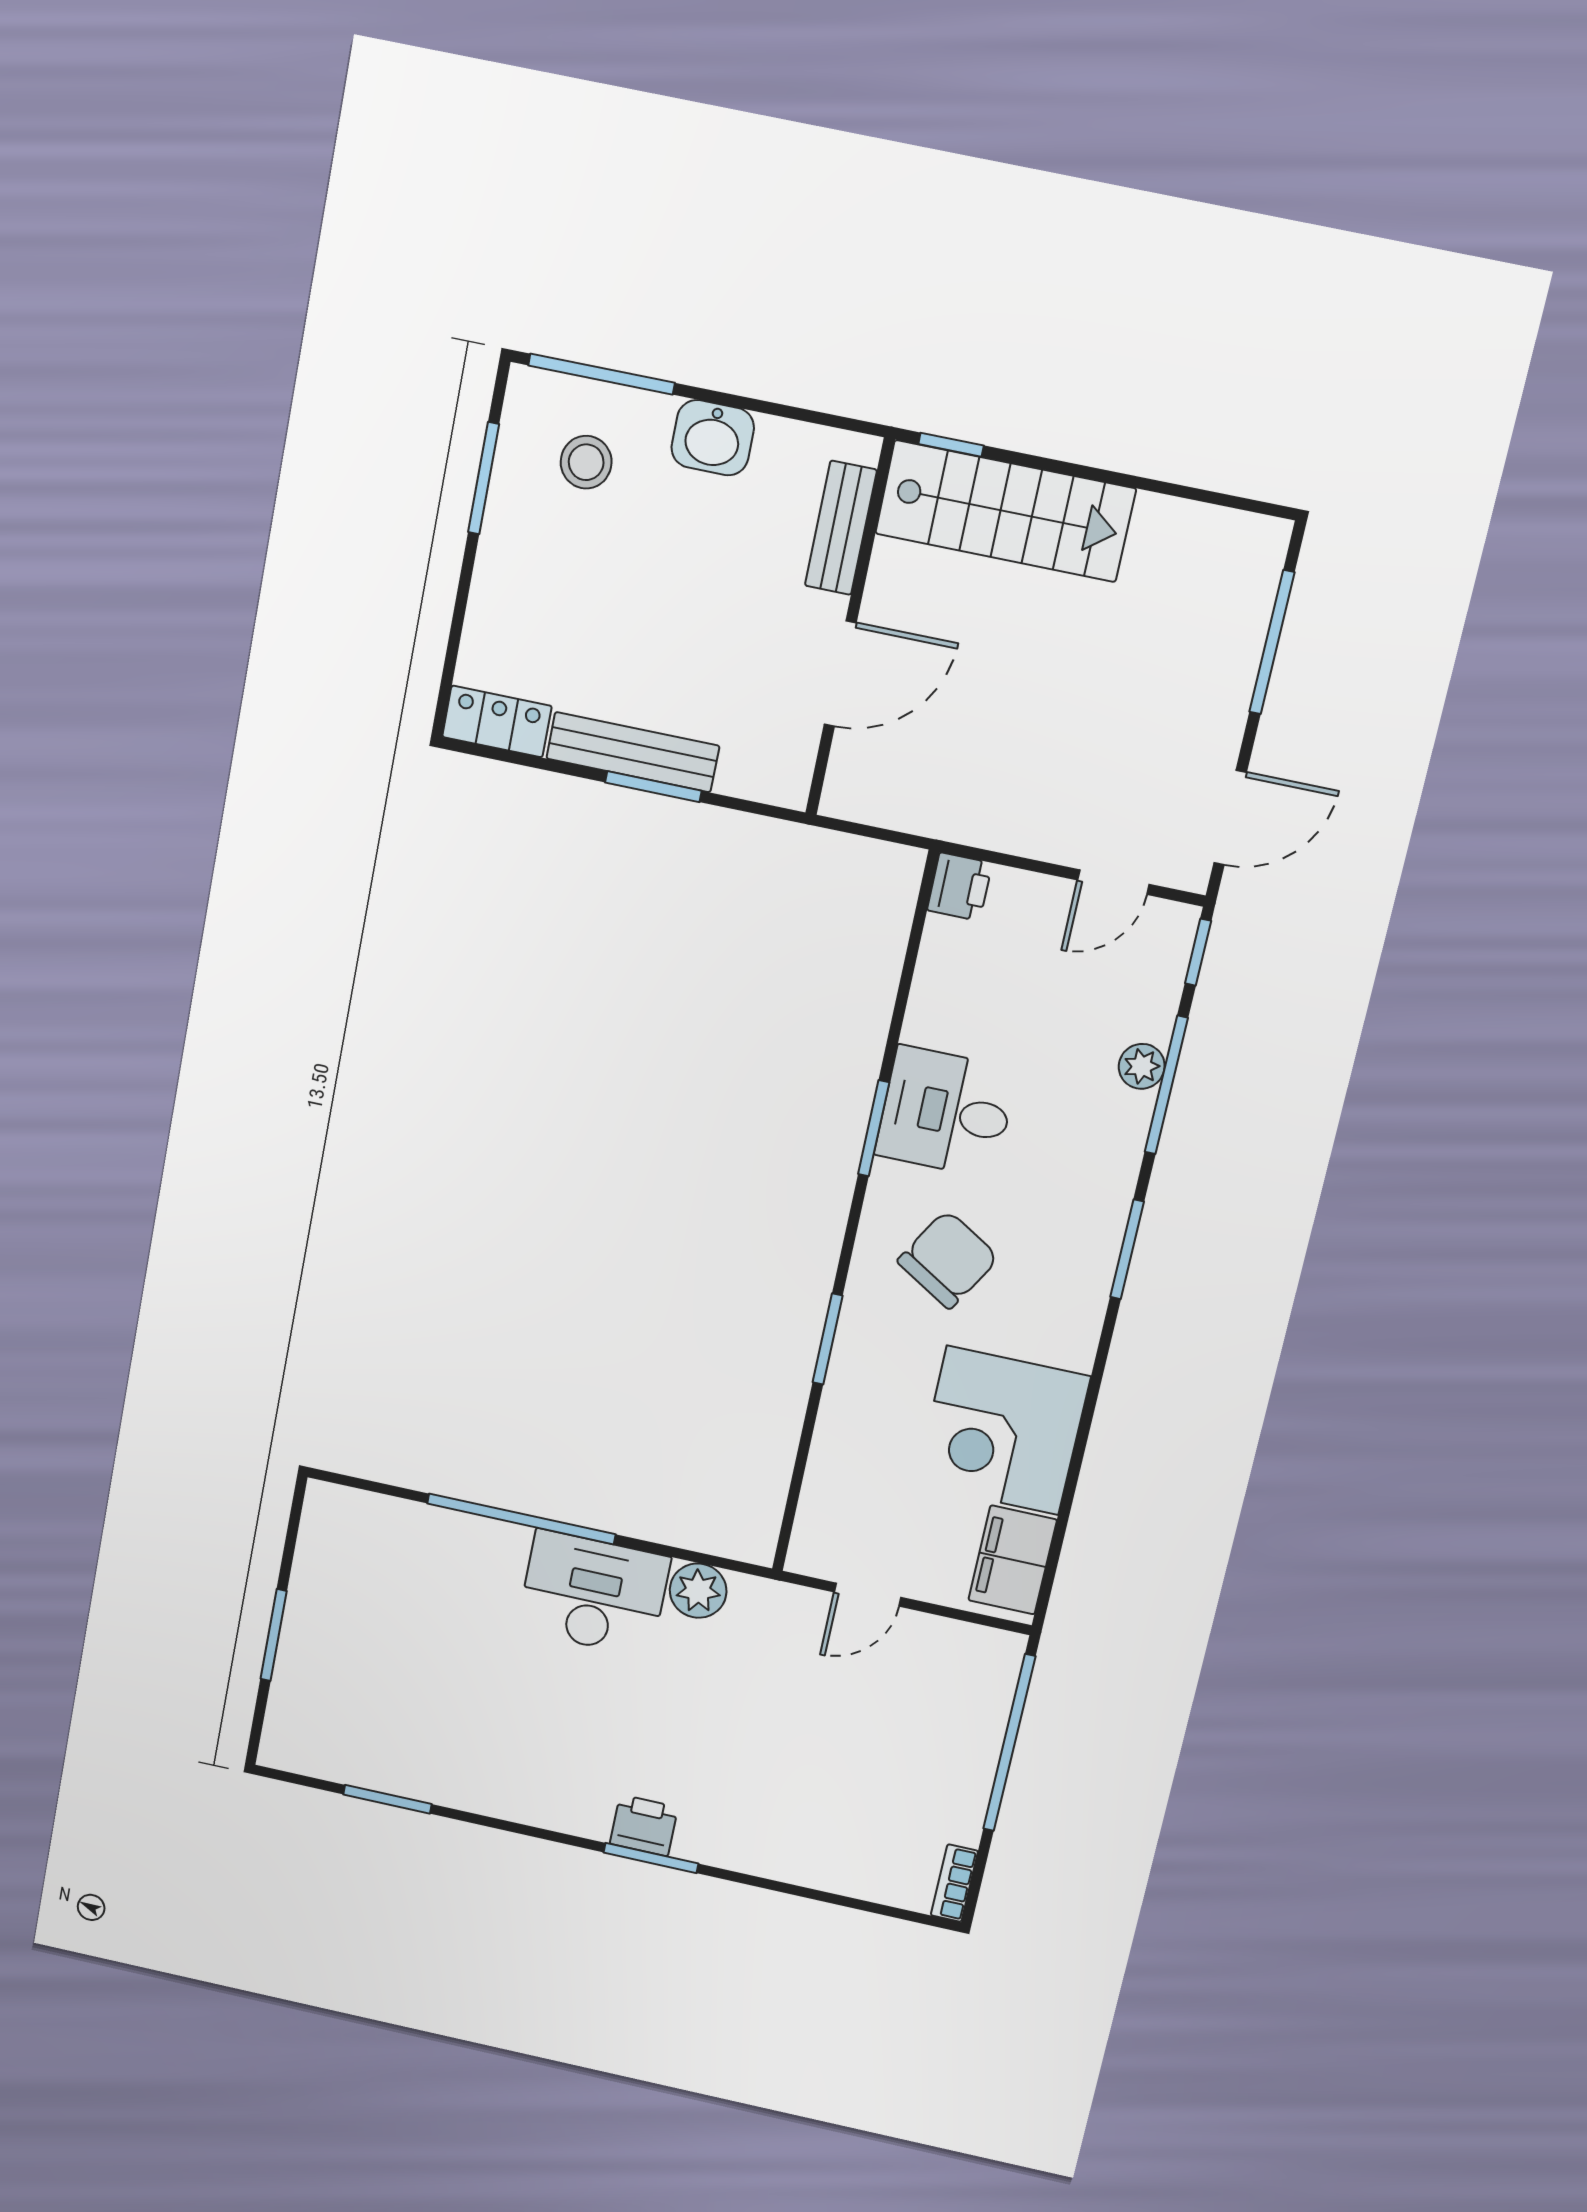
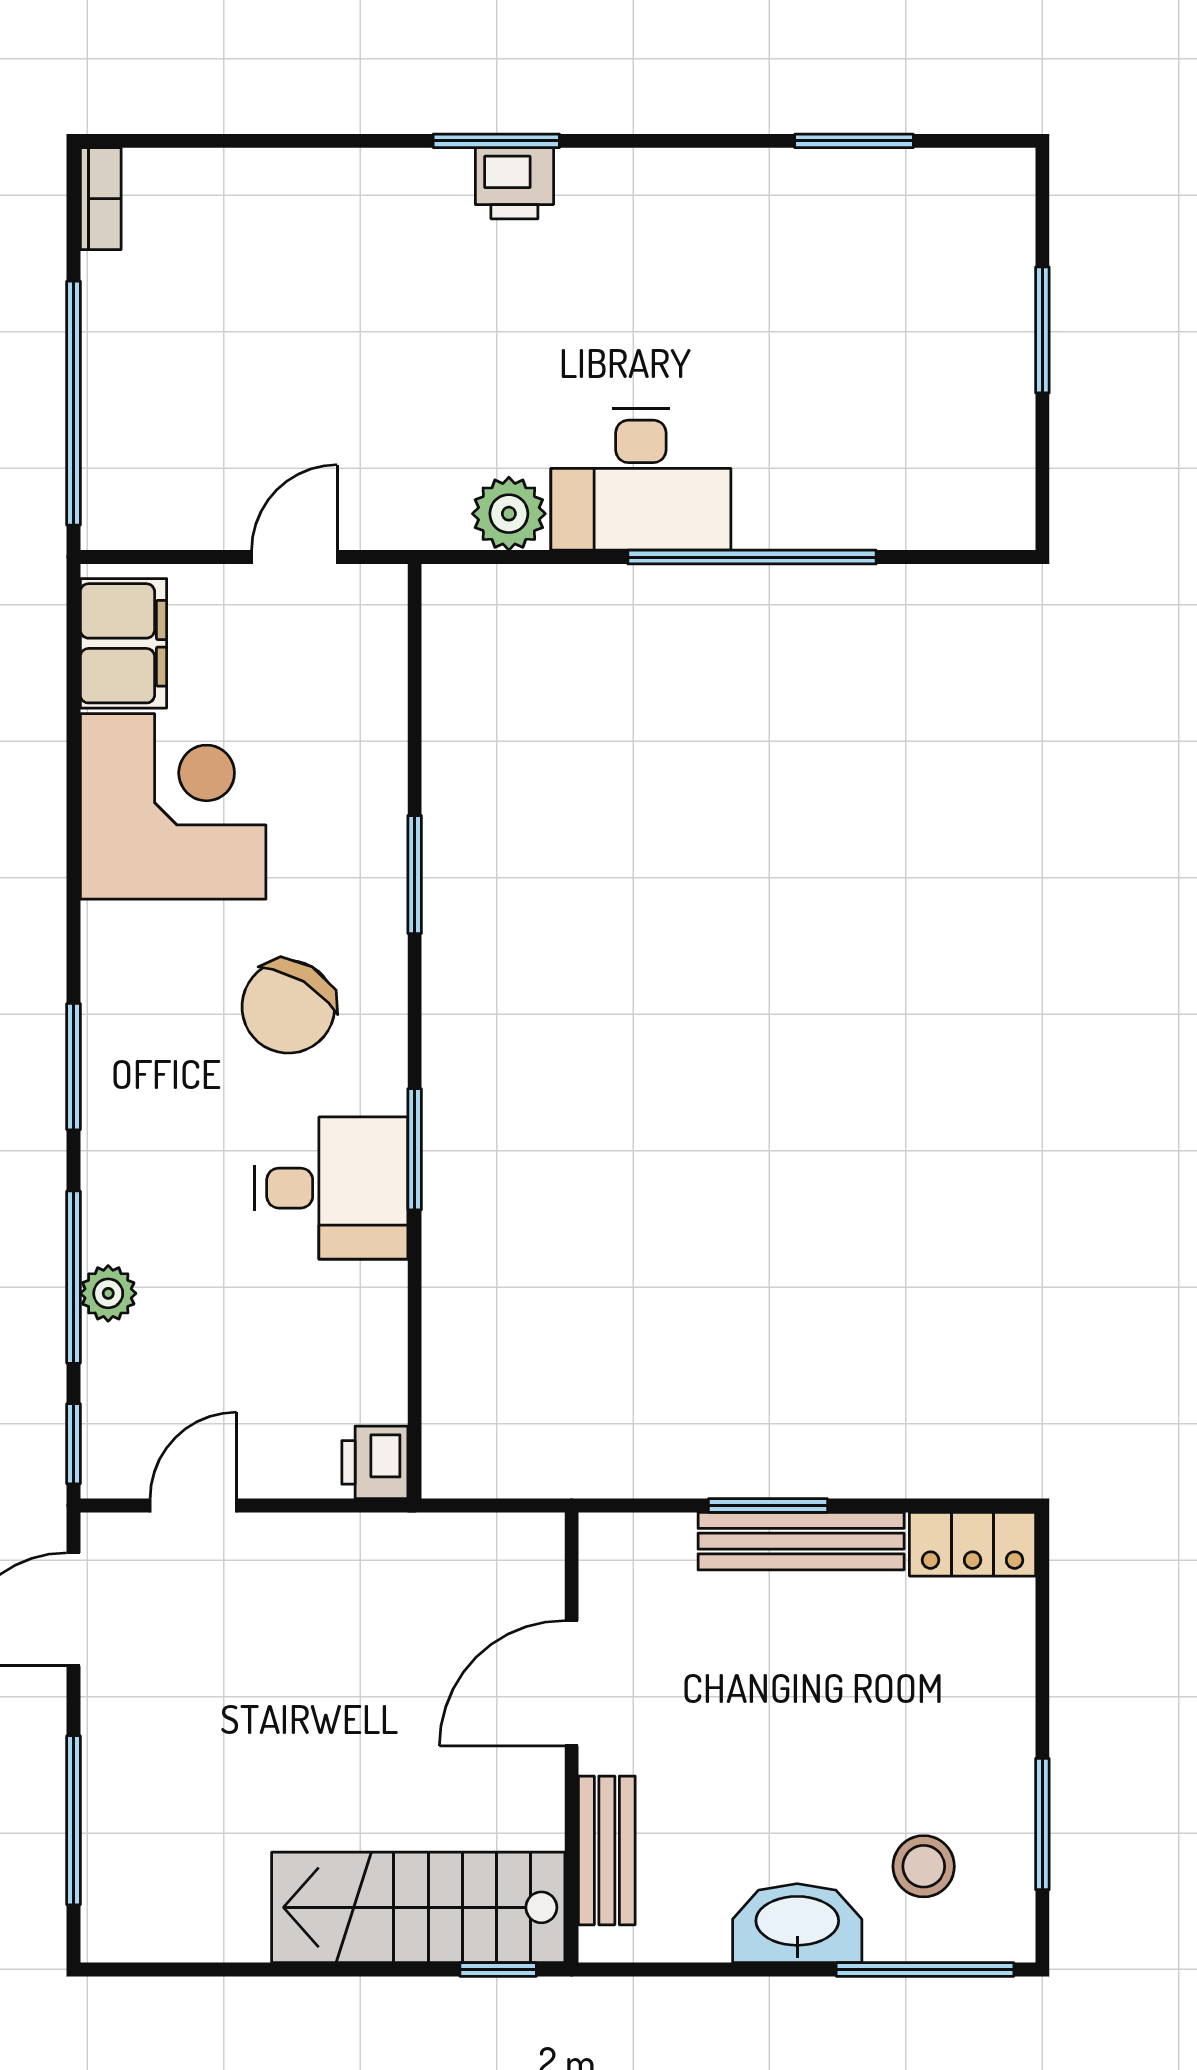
washbasin: (713, 438) -> (797, 1923), width x1.38

